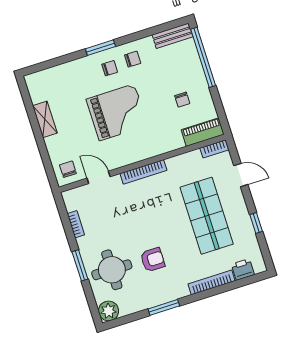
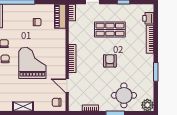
door: (99, 177) -> (67, 86), hinge flipped
shop shelf: (207, 216) -> (110, 30), width x0.70, depth x0.74
armchair: (153, 260) -> (110, 61), moved

